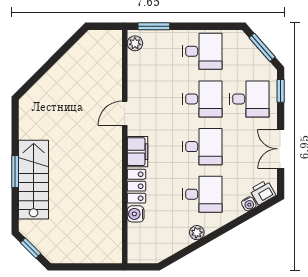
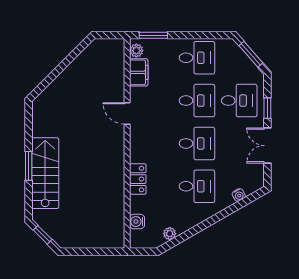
window: (281, 91) -> (267, 108), moved
door: (125, 113) -> (127, 113), hinge flipped
filing cabinet: (138, 152) -> (139, 72), moved
printer: (263, 192) -> (251, 185), removed
water cooler: (136, 214) -> (137, 222), moved
plant: (197, 233) -> (170, 234), moved

